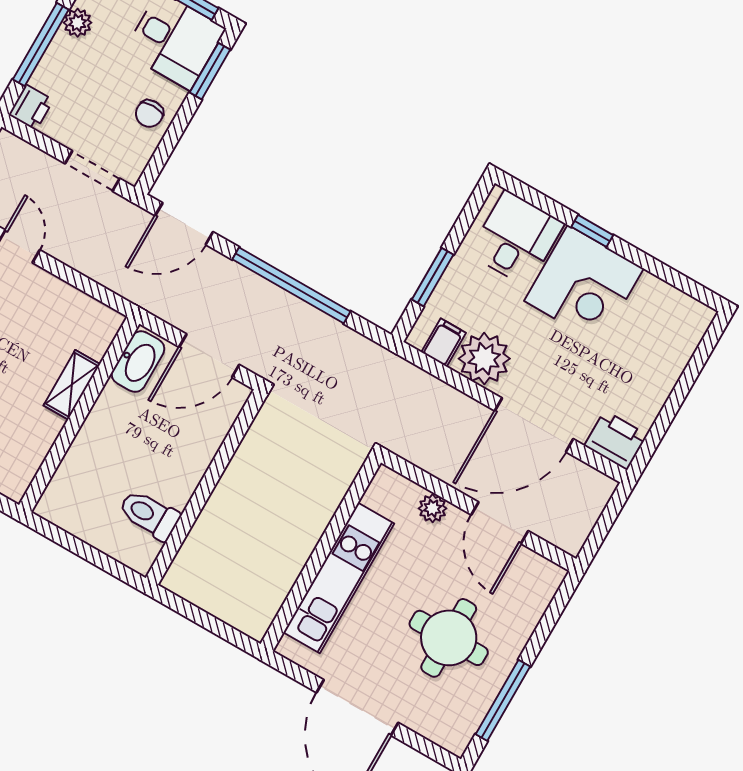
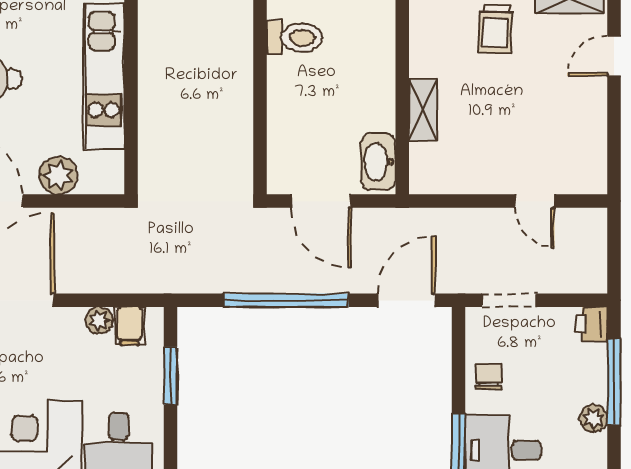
door: (209, 356) -> (321, 201), swing flipped
plant: (484, 359) -> (99, 320), width x0.53, depth x0.53
plant: (433, 508) -> (58, 176), width x1.38, depth x1.38

